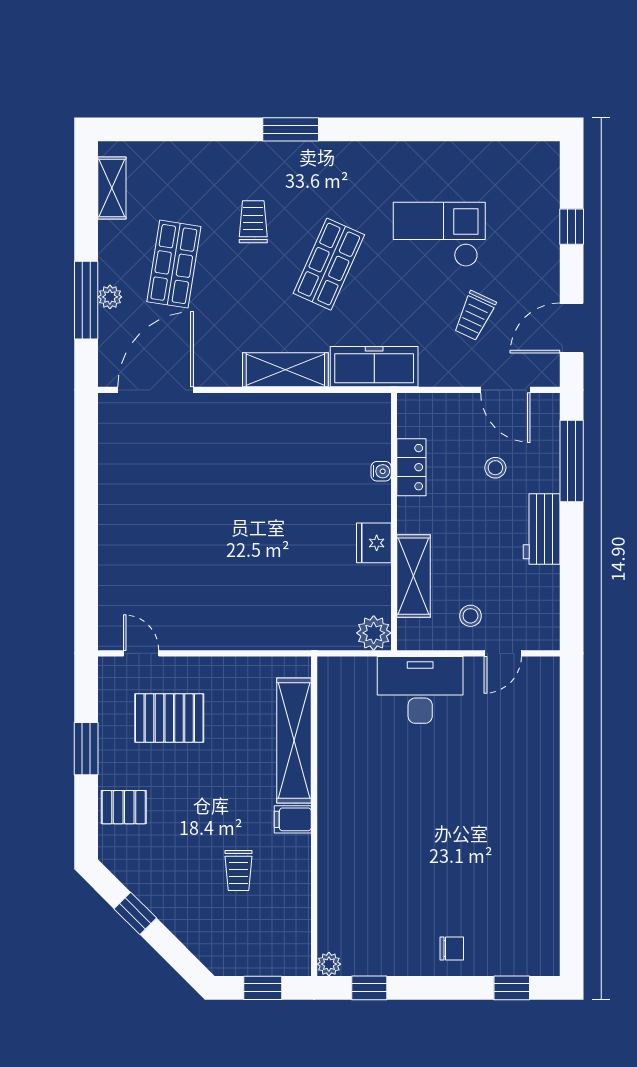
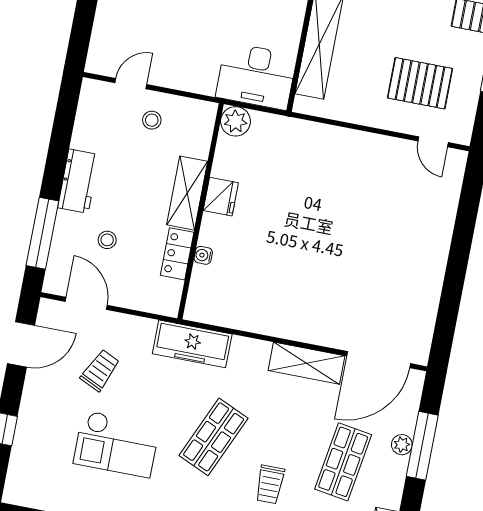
shelving: (285, 370) -> (307, 363), moved
shelving: (413, 576) -> (187, 193), moved
desk: (420, 690) -> (256, 76), moved

